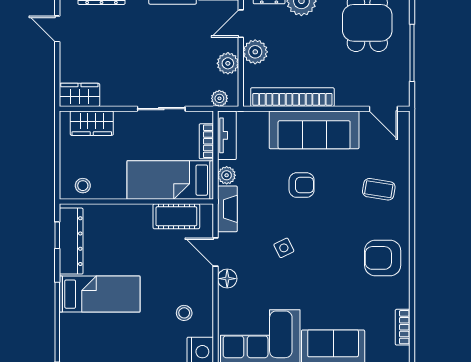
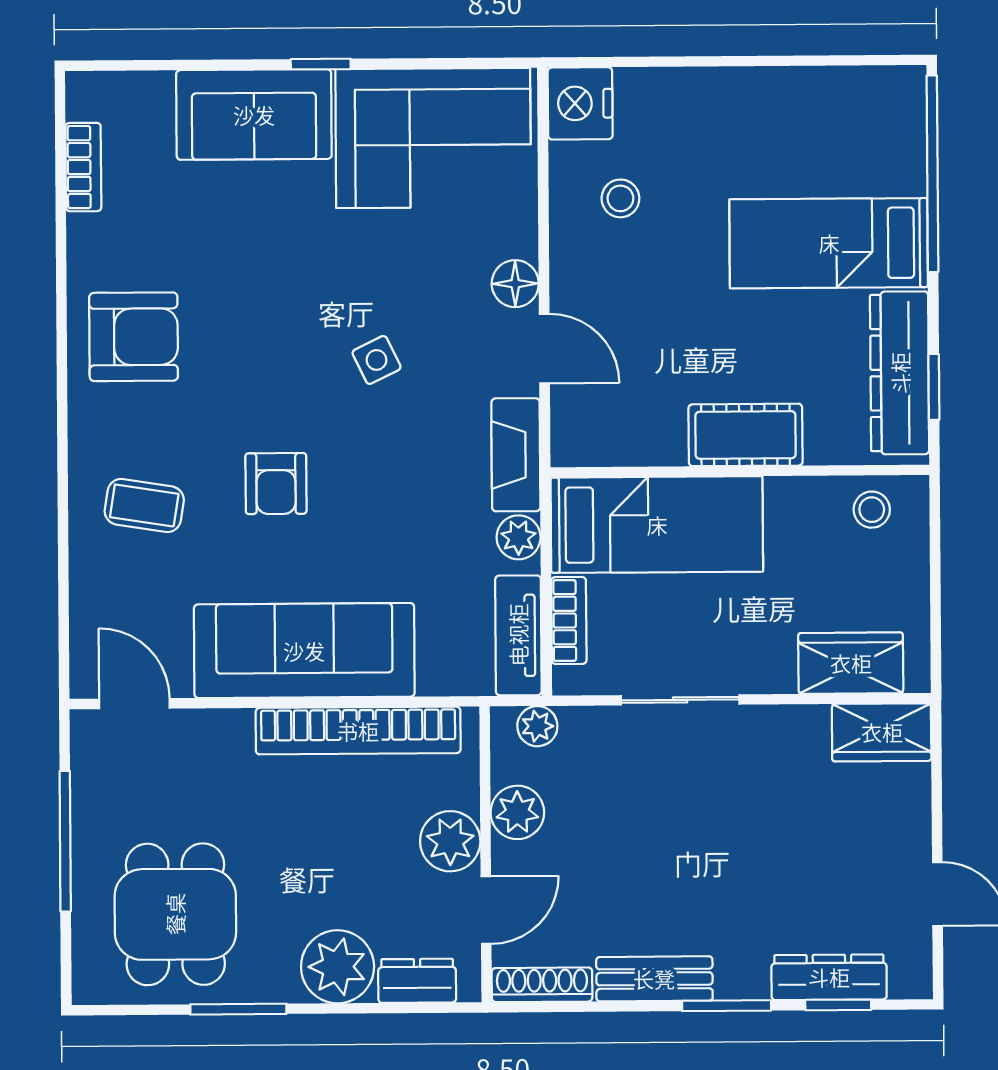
armchair: (302, 185) -> (276, 484), moved, turned -90
cot: (176, 216) -> (746, 435), moved

